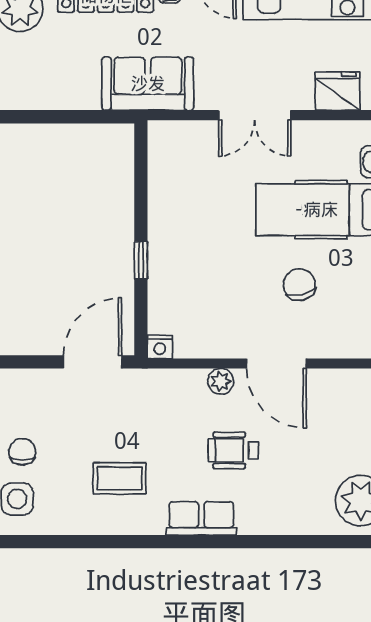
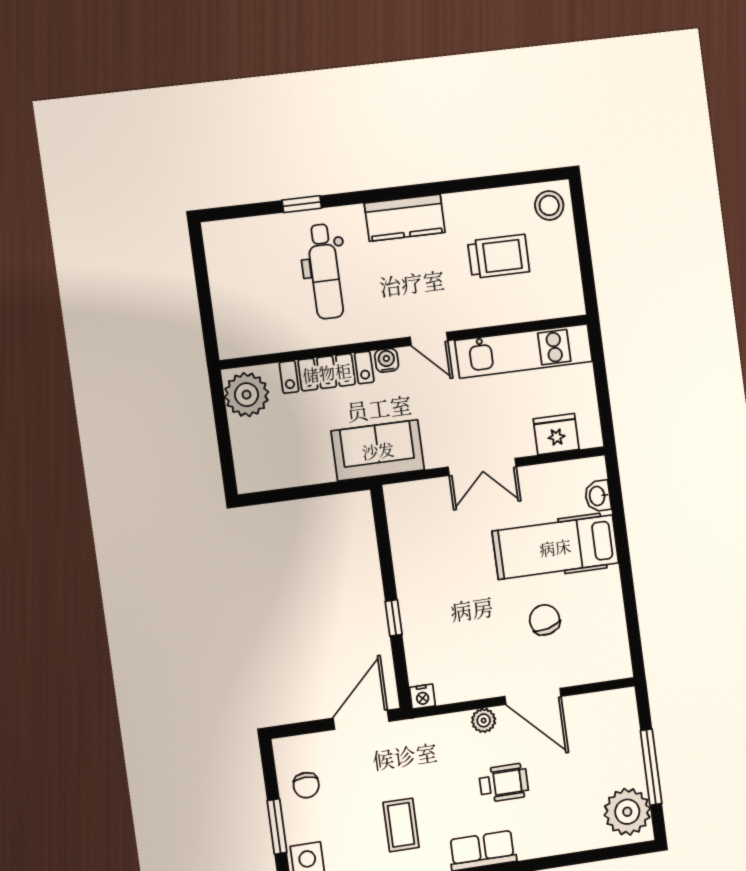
wheelchair: (233, 450) -> (504, 783), turned 180
chair: (22, 452) -> (306, 785), moved, turned 180
coffee table: (119, 478) -> (401, 825), turned 90

